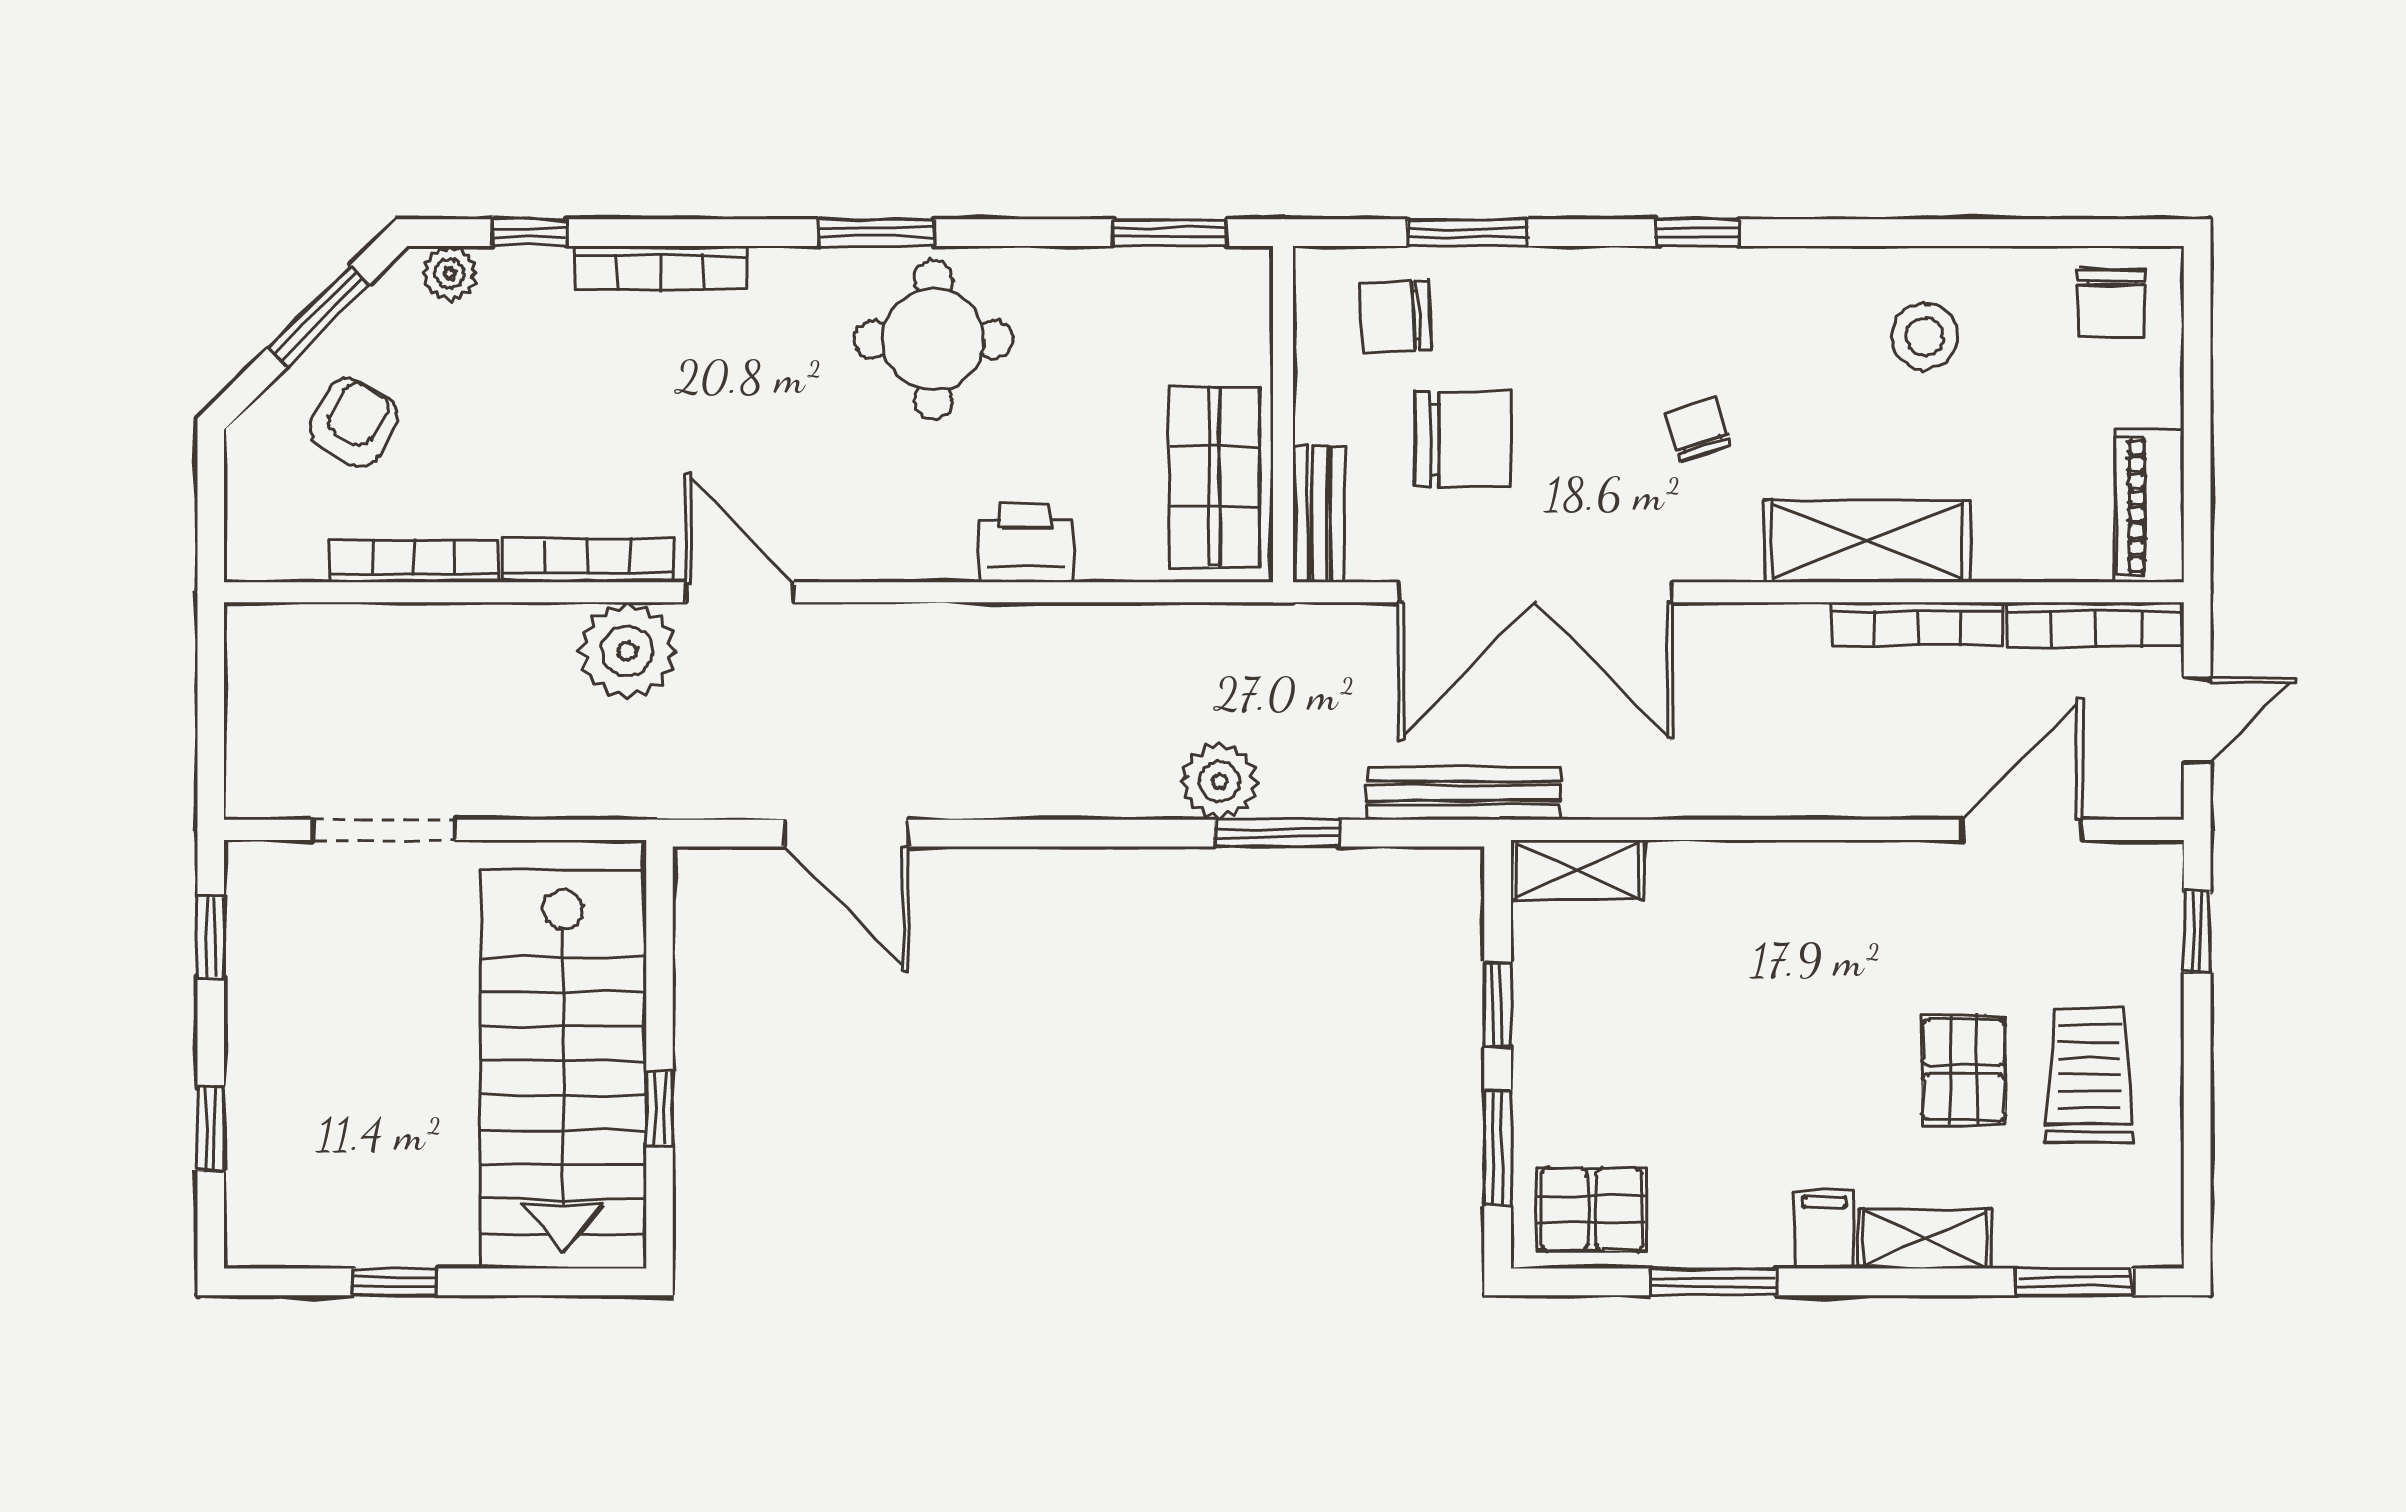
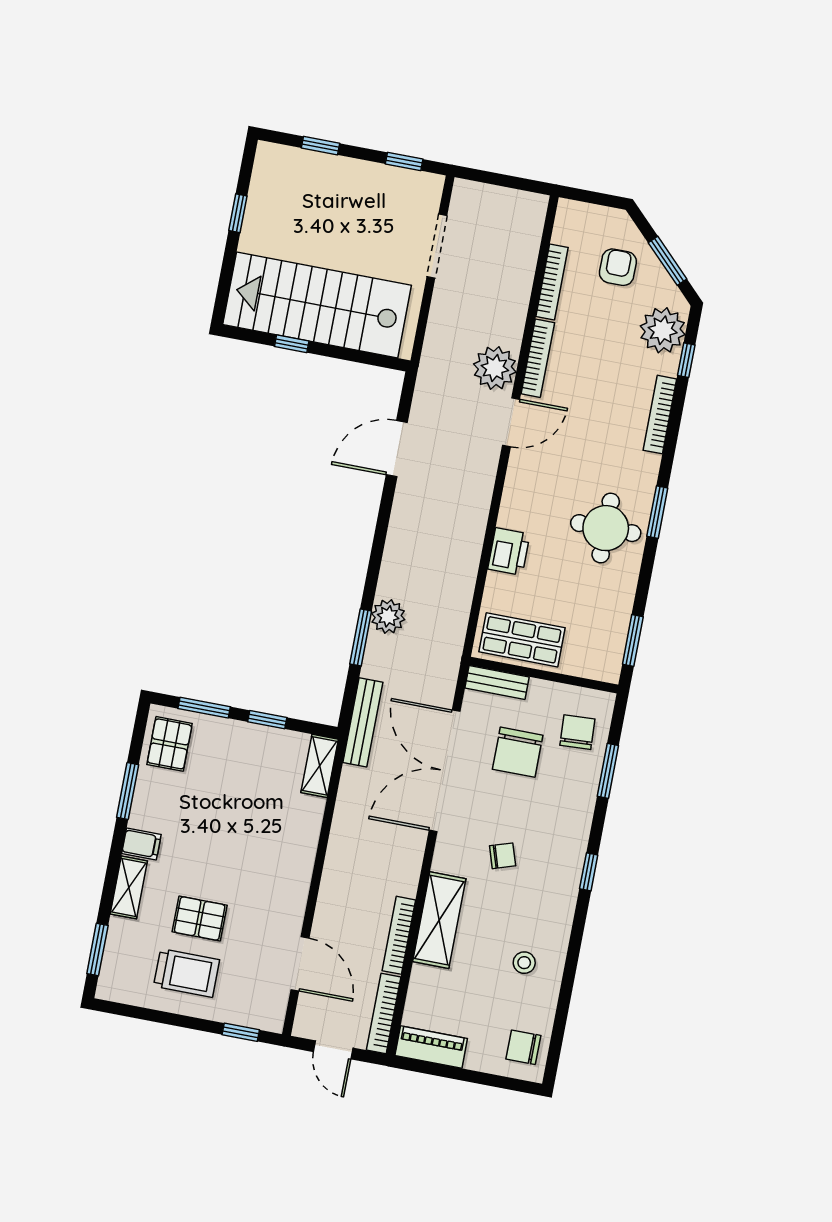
plant: (450, 273) -> (663, 330), width x1.88, depth x1.88
stool: (1925, 336) -> (524, 963), width x0.73, depth x0.73
armchair: (354, 422) -> (618, 267), turned -120

